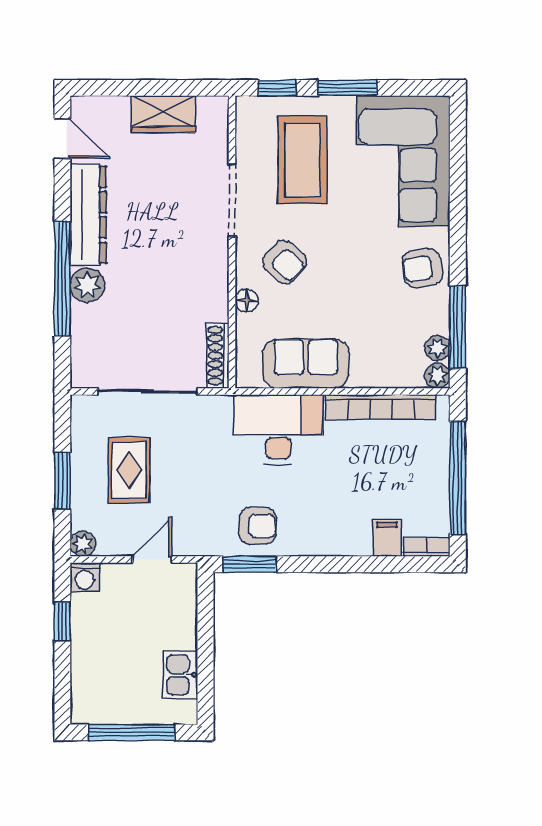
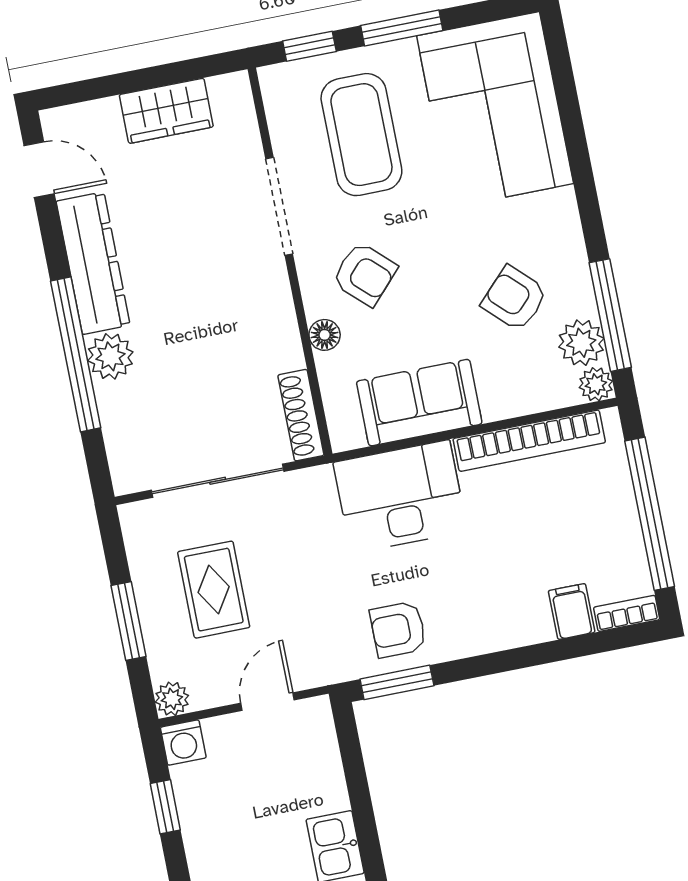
armchair: (422, 268) -> (514, 298), moved, turned 52
plant: (437, 348) -> (581, 343), width x1.38, depth x1.38
armchair: (258, 526) -> (398, 629), turned 180

